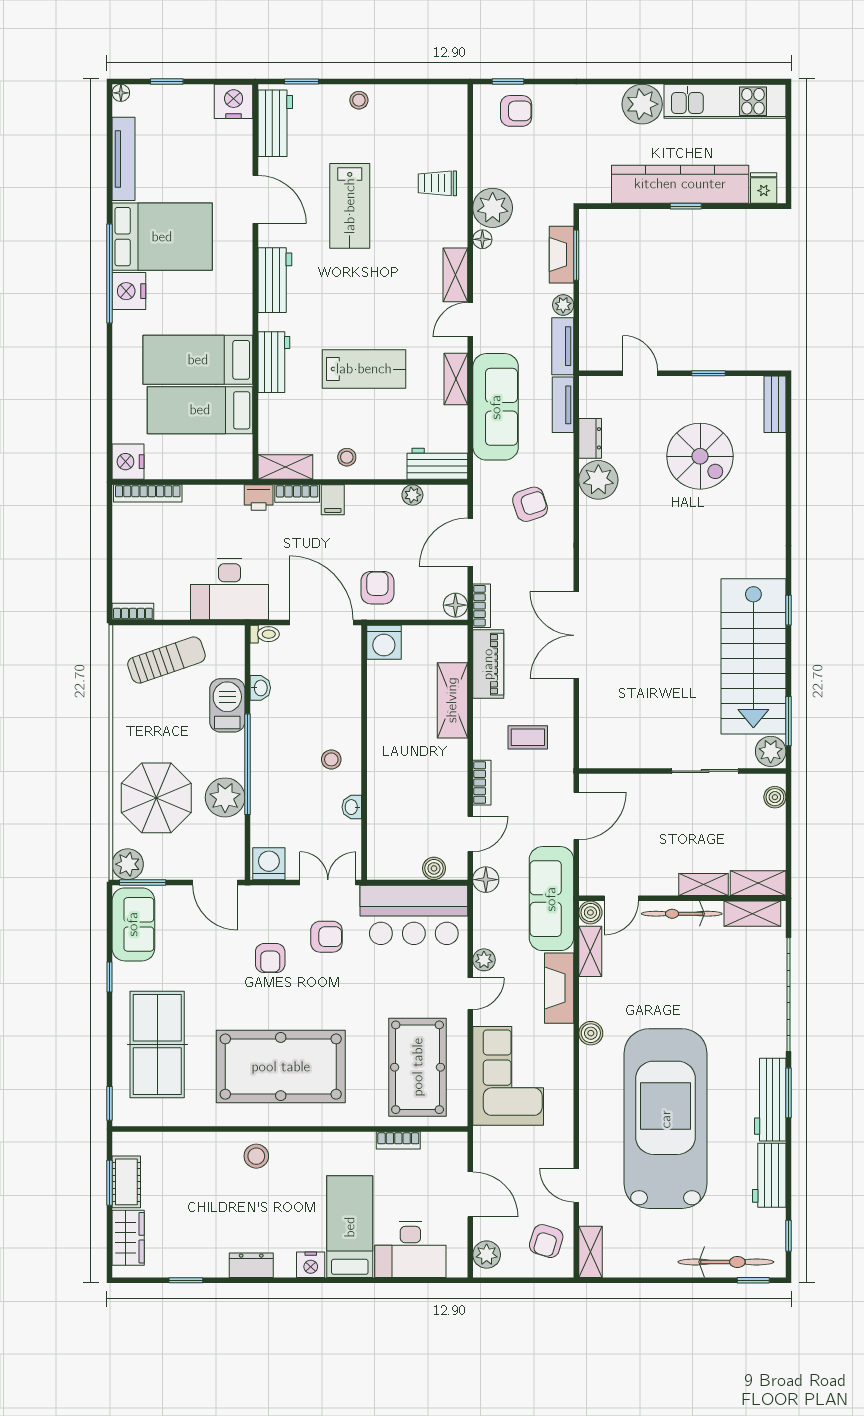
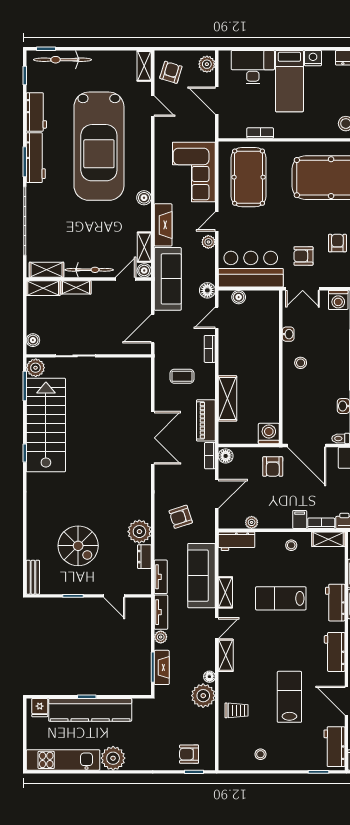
stool: (359, 100) -> (260, 754), moved
spiral stairs: (700, 456) -> (78, 546), turned 180

